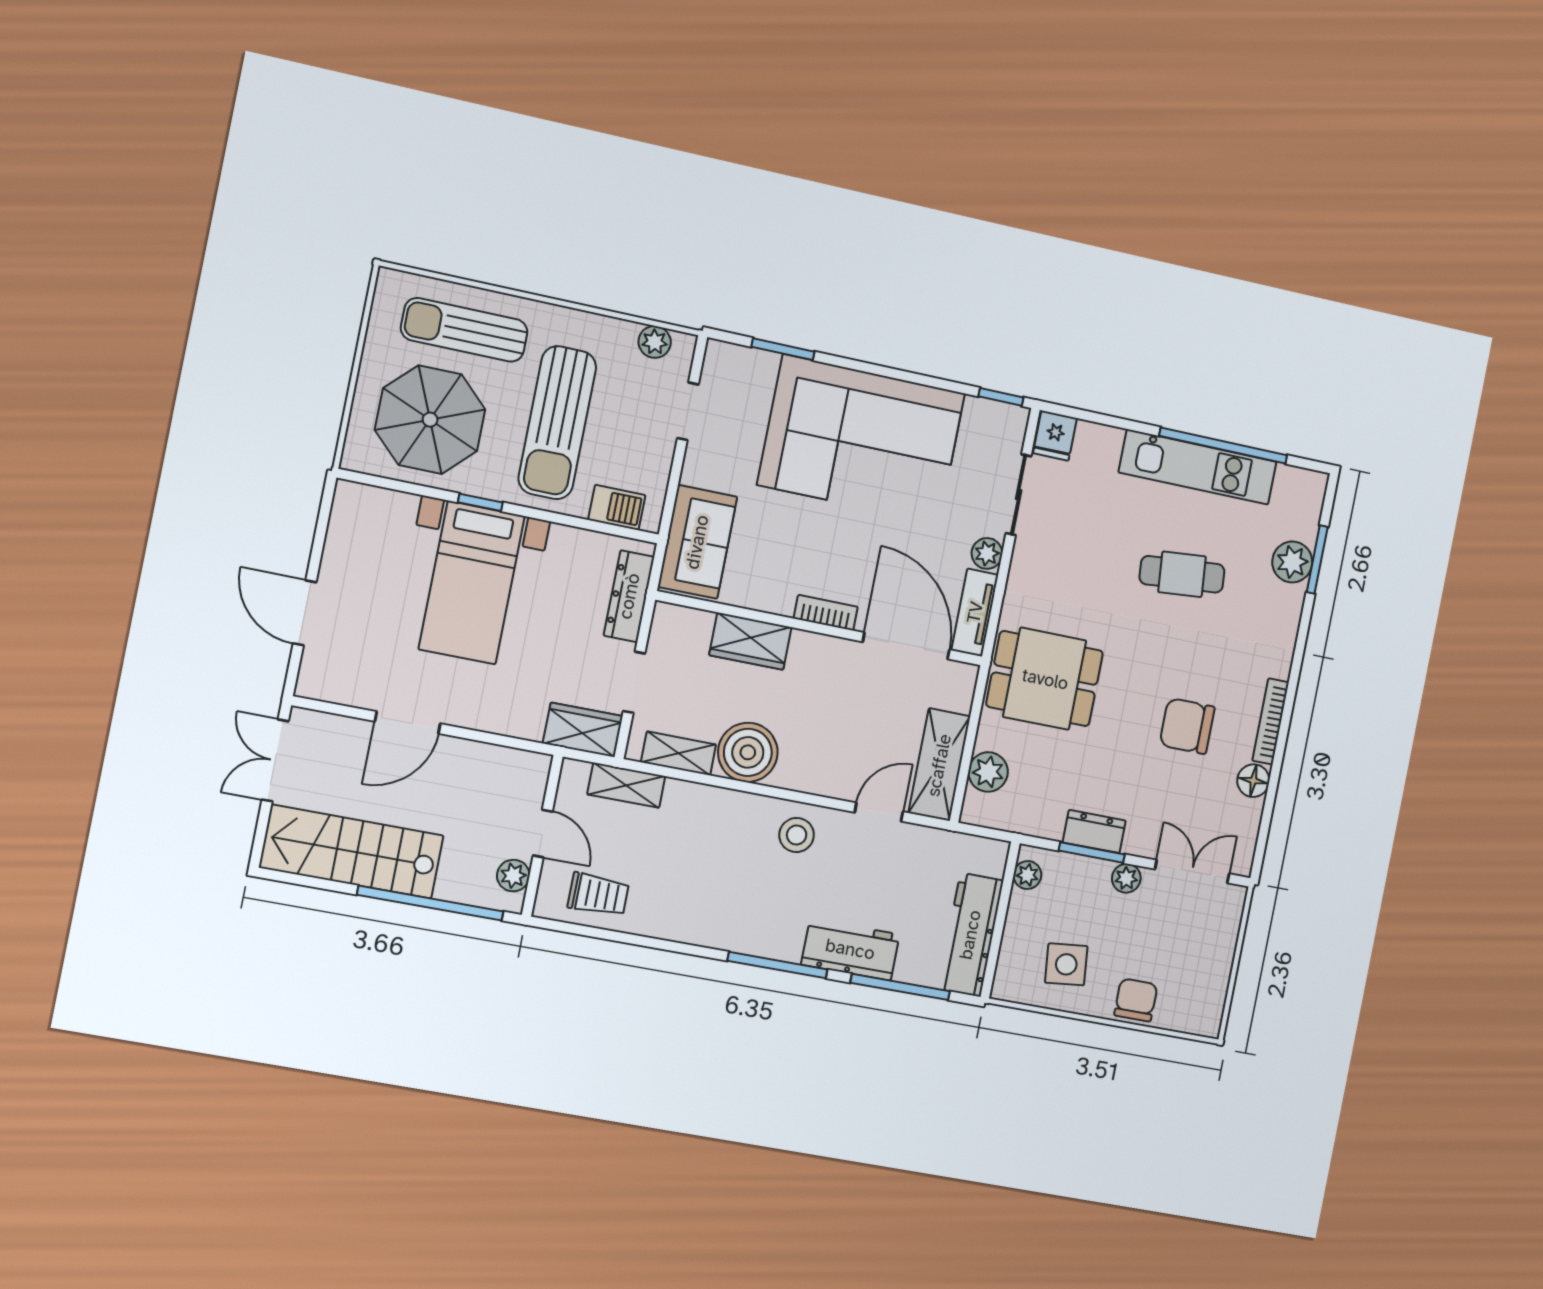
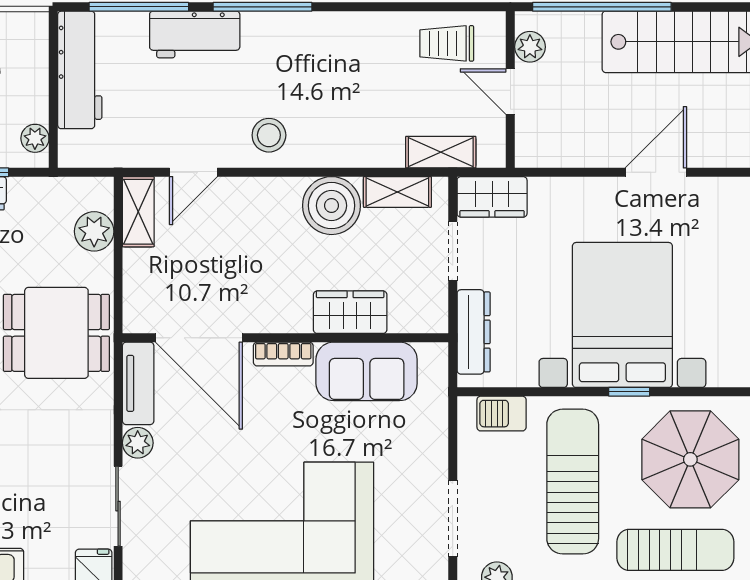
doorway: (688, 411) -> (453, 518), width x1.38
sofa: (697, 542) -> (367, 371), moved, turned -90
bed with nightstands: (472, 583) -> (622, 315), width x1.36
shelving: (939, 765) -> (138, 212), width x0.67, depth x0.75

